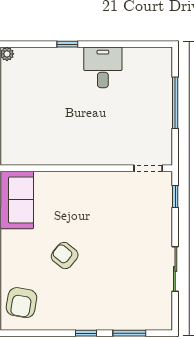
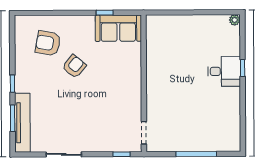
desk: (103, 67) -> (224, 71), moved
armchair: (21, 303) -> (48, 43), moved
tv unit: (135, 321) -> (22, 123), added

